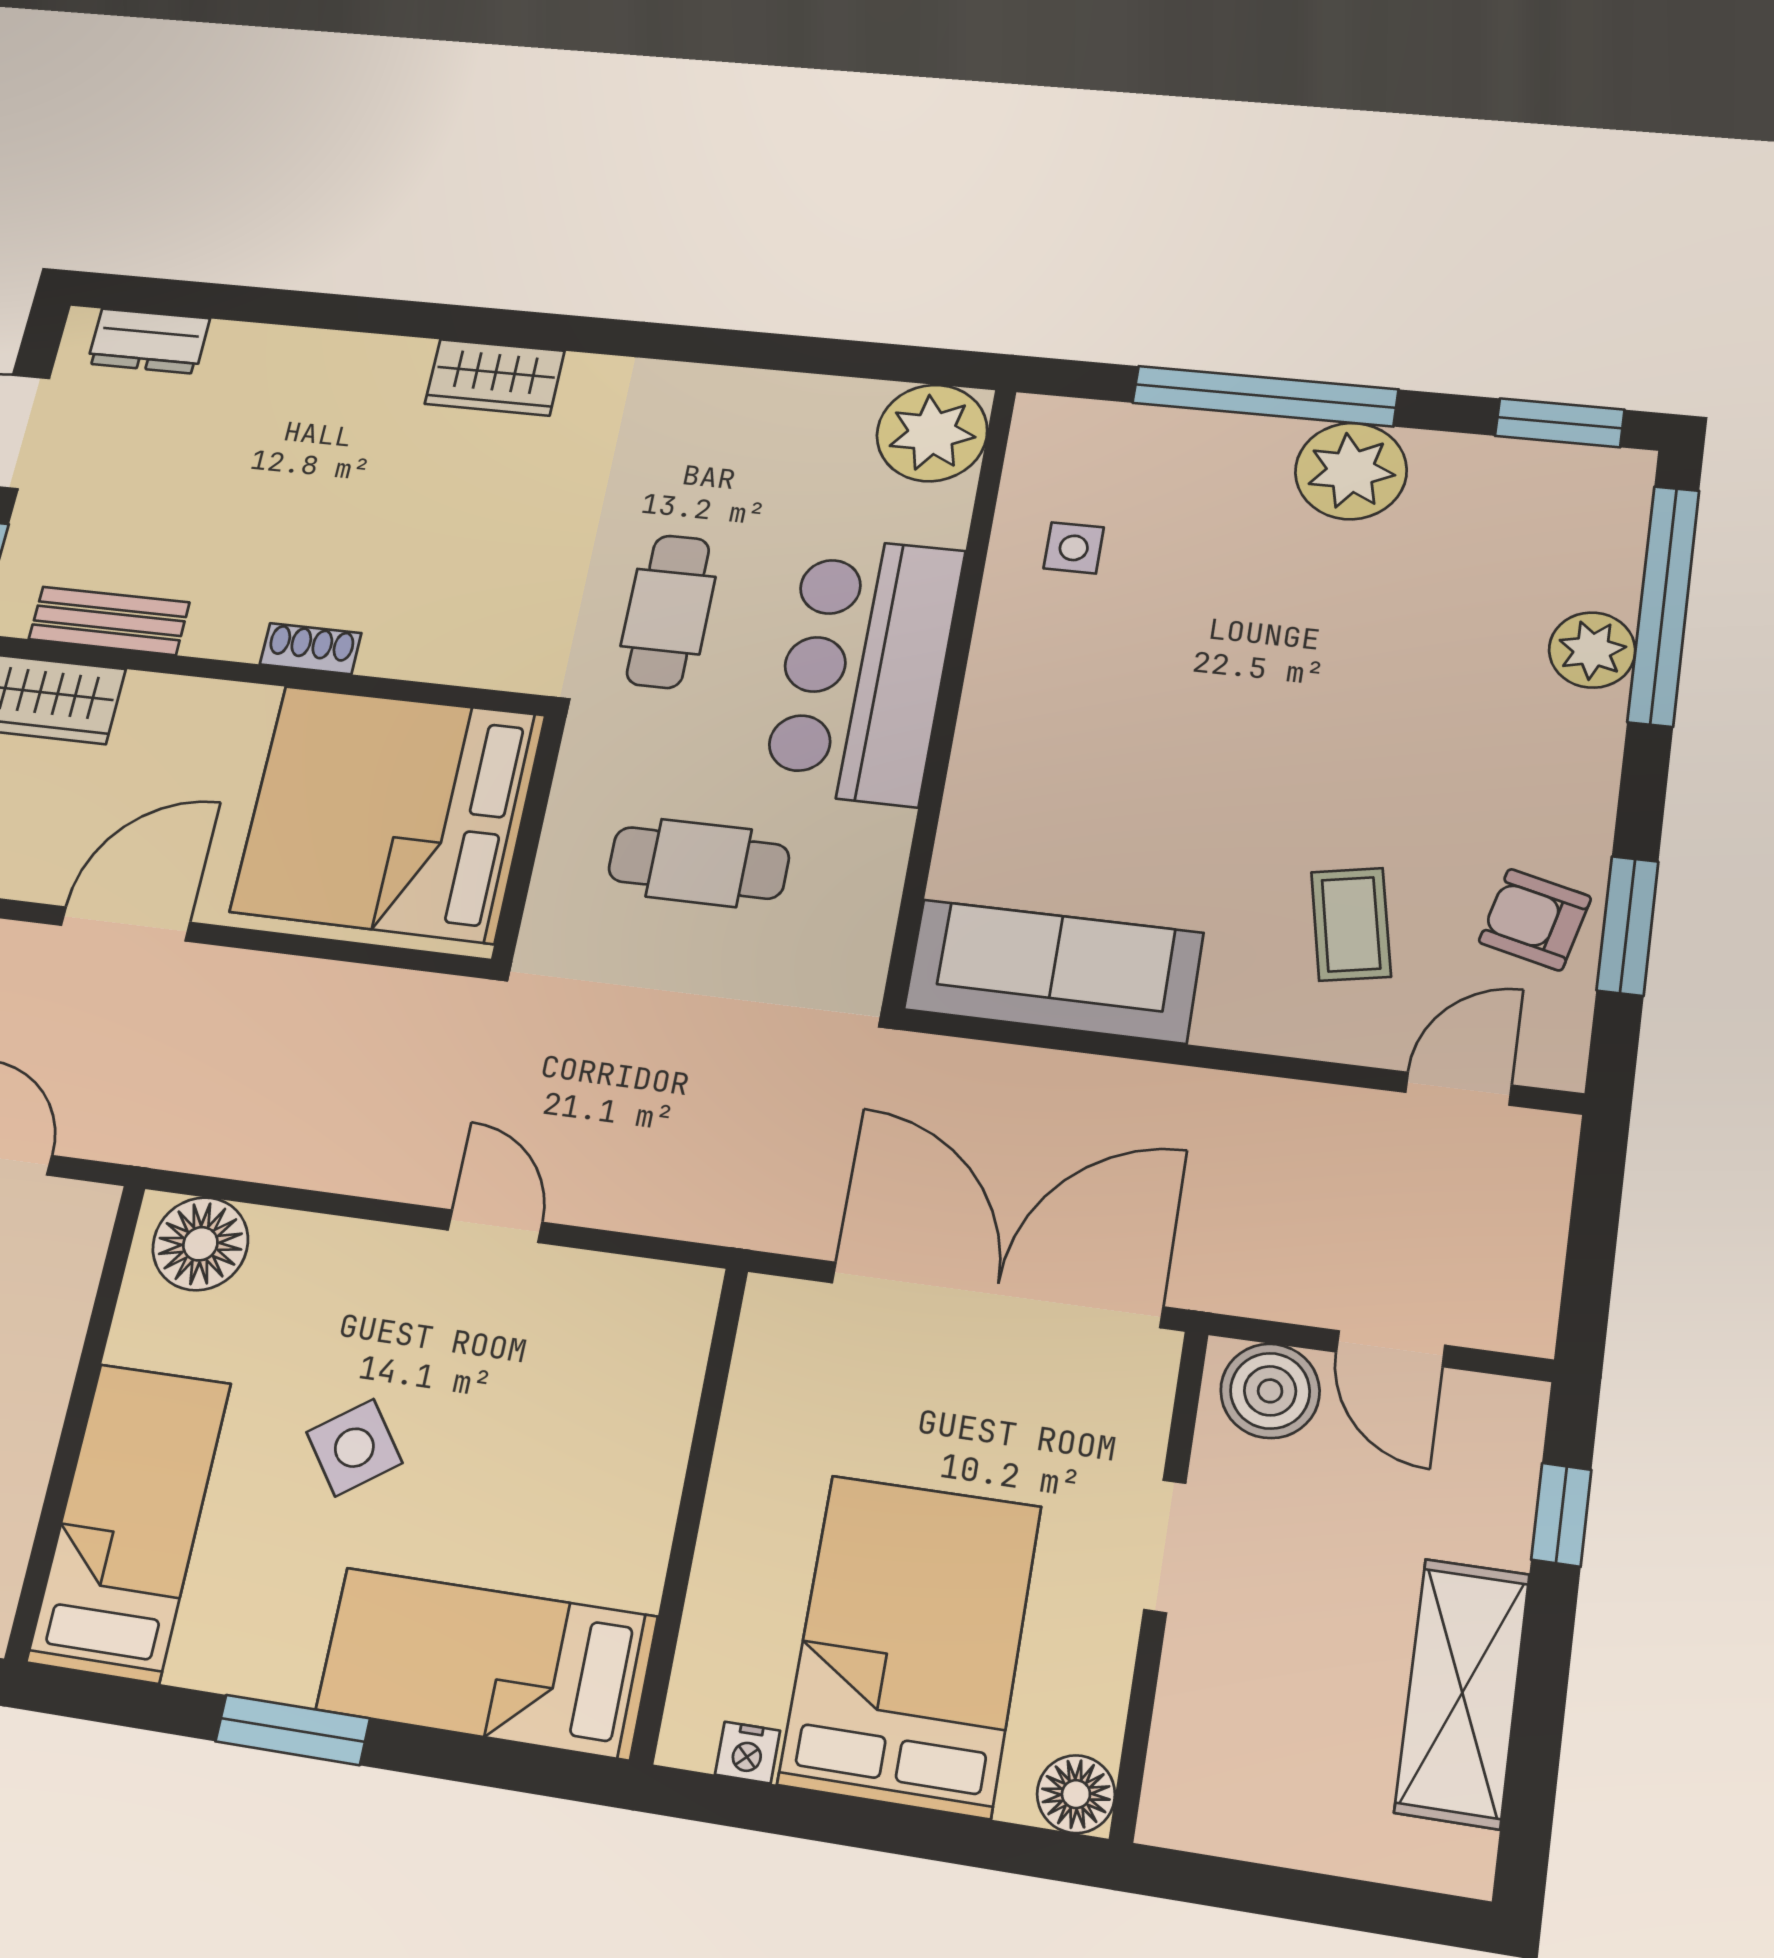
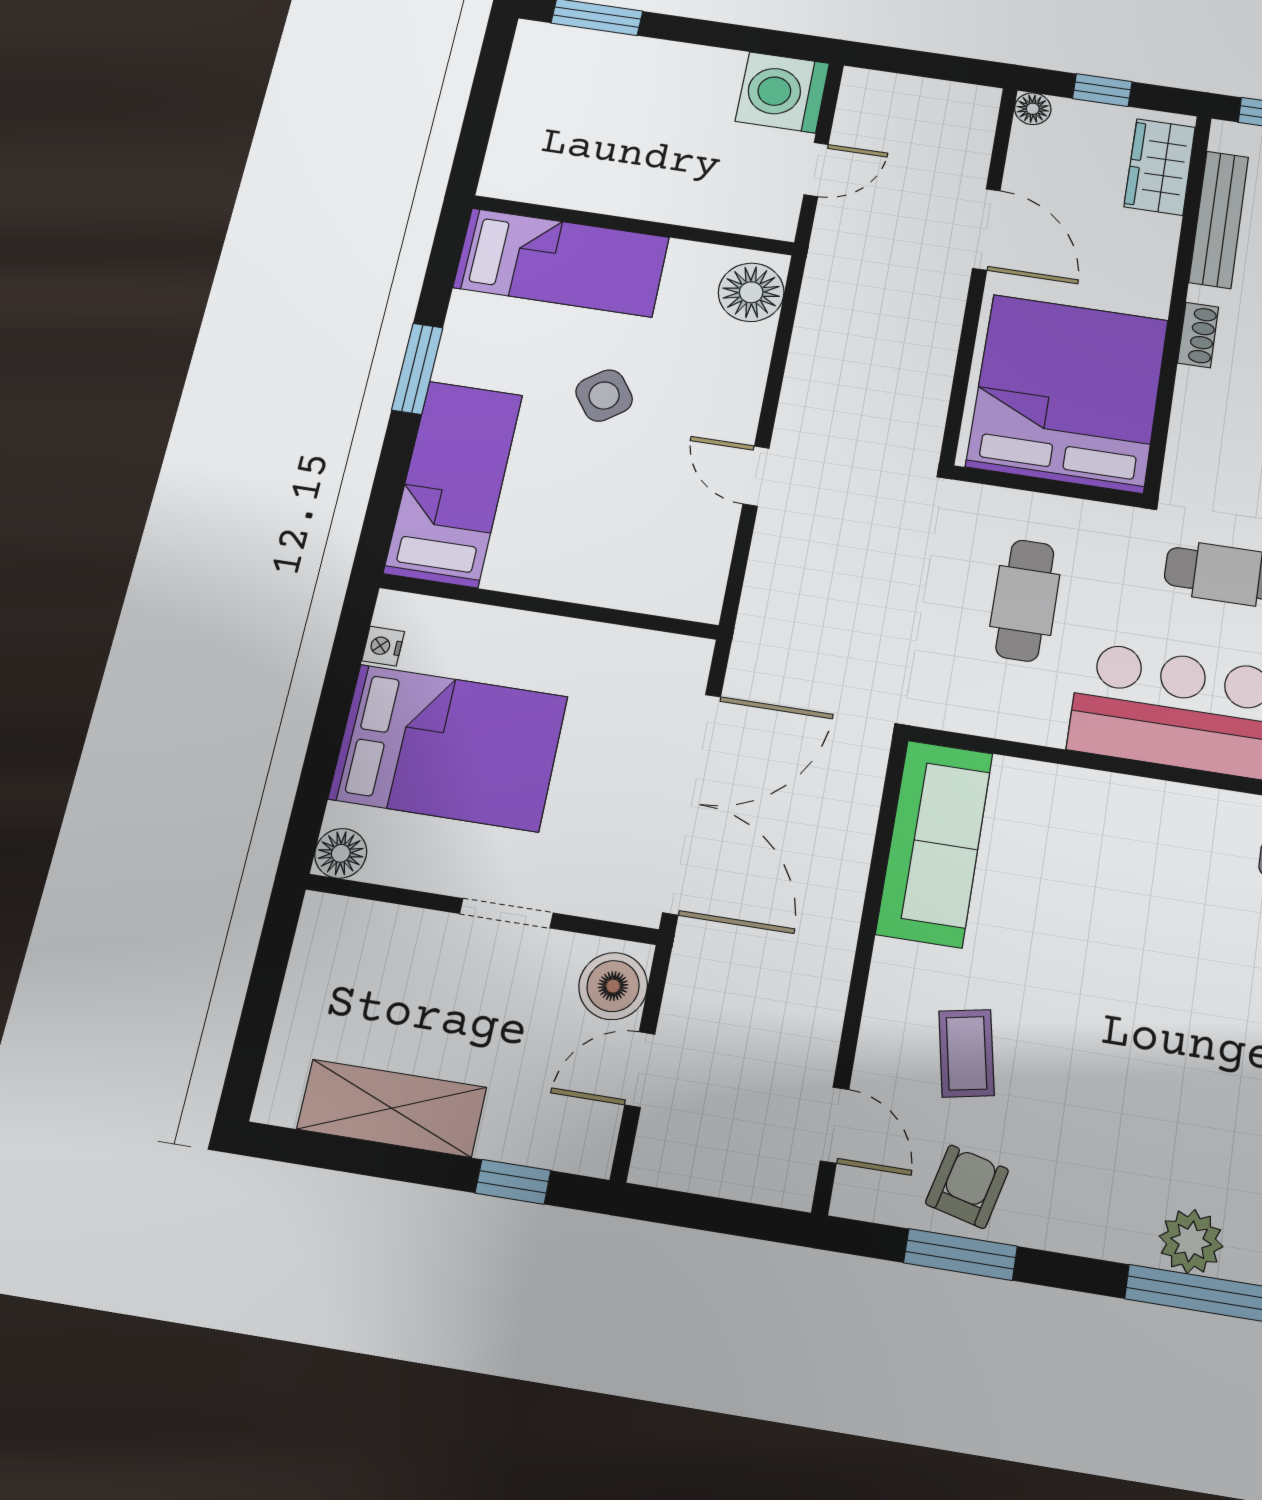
bench: (109, 621) -> (1219, 219), width x1.36
coffee table: (1351, 924) -> (966, 1053), turned 90
door: (495, 1226) -> (756, 476), swing flipped

